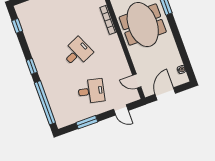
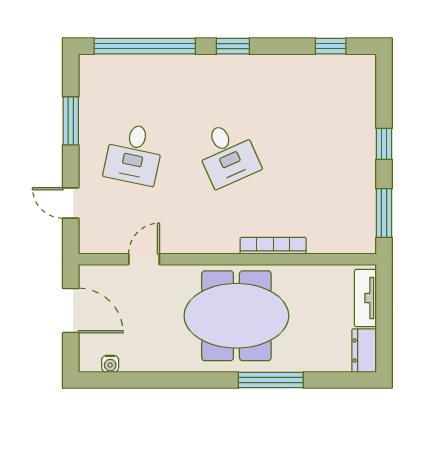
door: (137, 81) -> (144, 259), moved
door: (121, 110) -> (71, 203), hinge flipped

